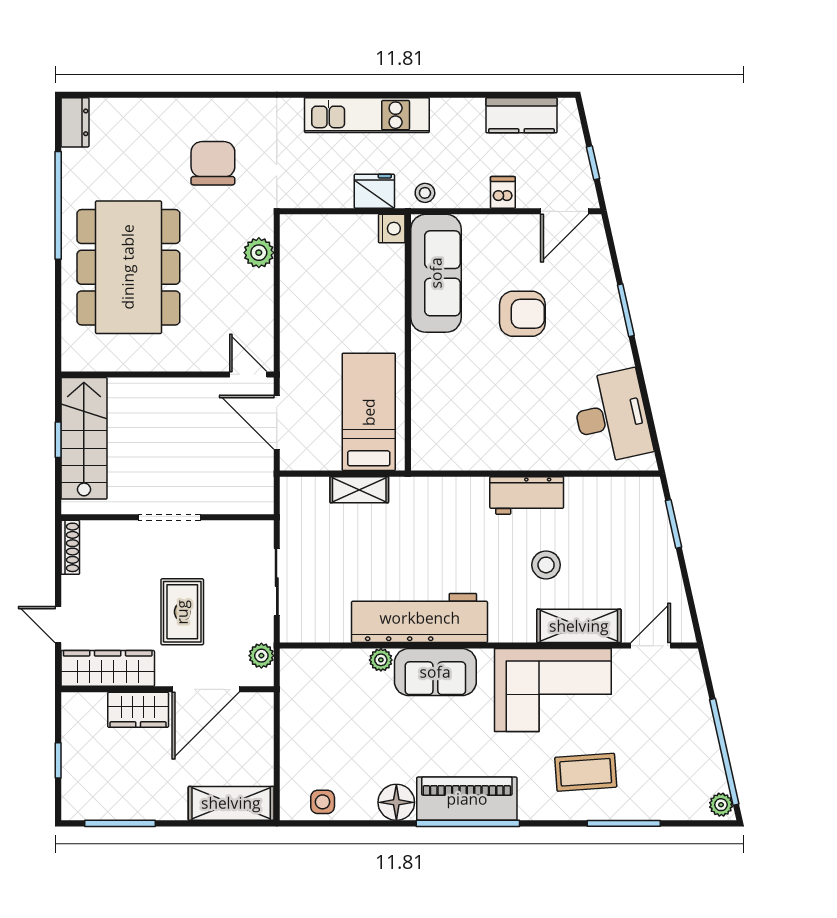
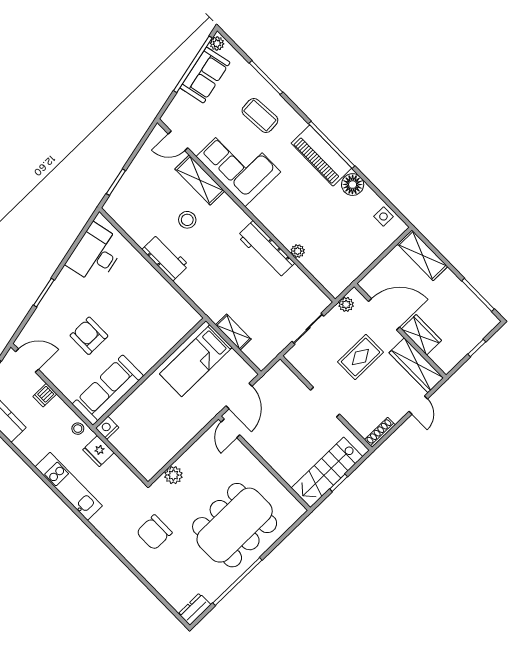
workbench: (420, 618) -> (266, 250), width x0.73, depth x0.76
sofa: (435, 672) -> (205, 75), moved, turned 77

